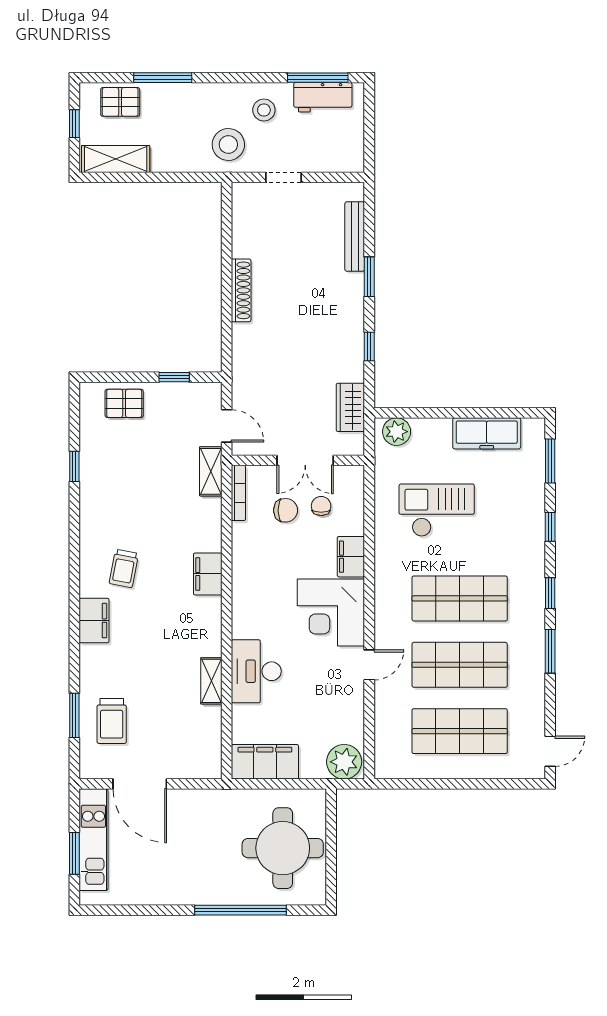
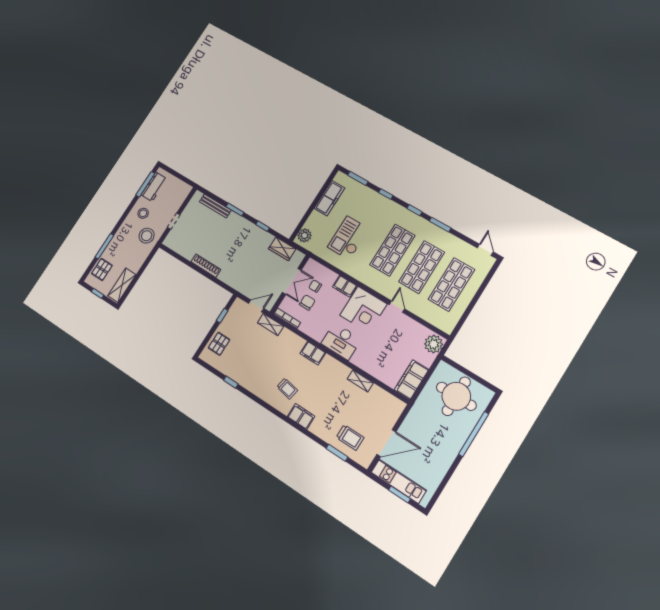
desk: (256, 671) -> (341, 341), moved

